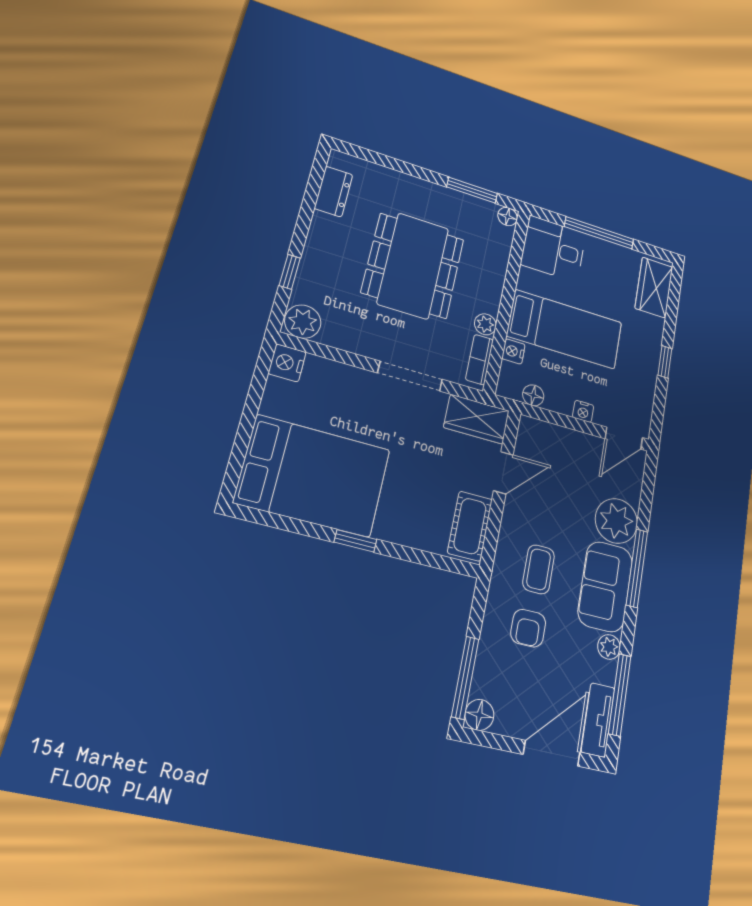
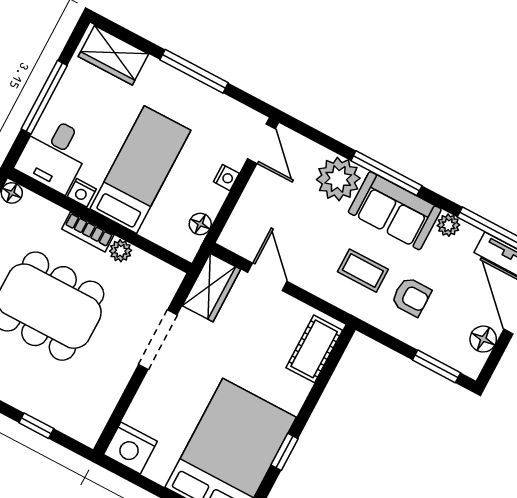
plant: (303, 322) -> (87, 426), removed
nightstand: (513, 351) -> (82, 193), moved
bookcase: (479, 360) -> (88, 232), moved
window: (665, 362) -> (194, 71), width x2.17
nightstand: (287, 363) -> (130, 448), width x1.36, depth x1.33
cot: (470, 526) -> (314, 349), moved, turned 90
window: (355, 541) -> (285, 452), moved
window: (465, 678) -> (437, 366), width x0.69
floor lamp: (479, 715) -> (483, 339), moved

